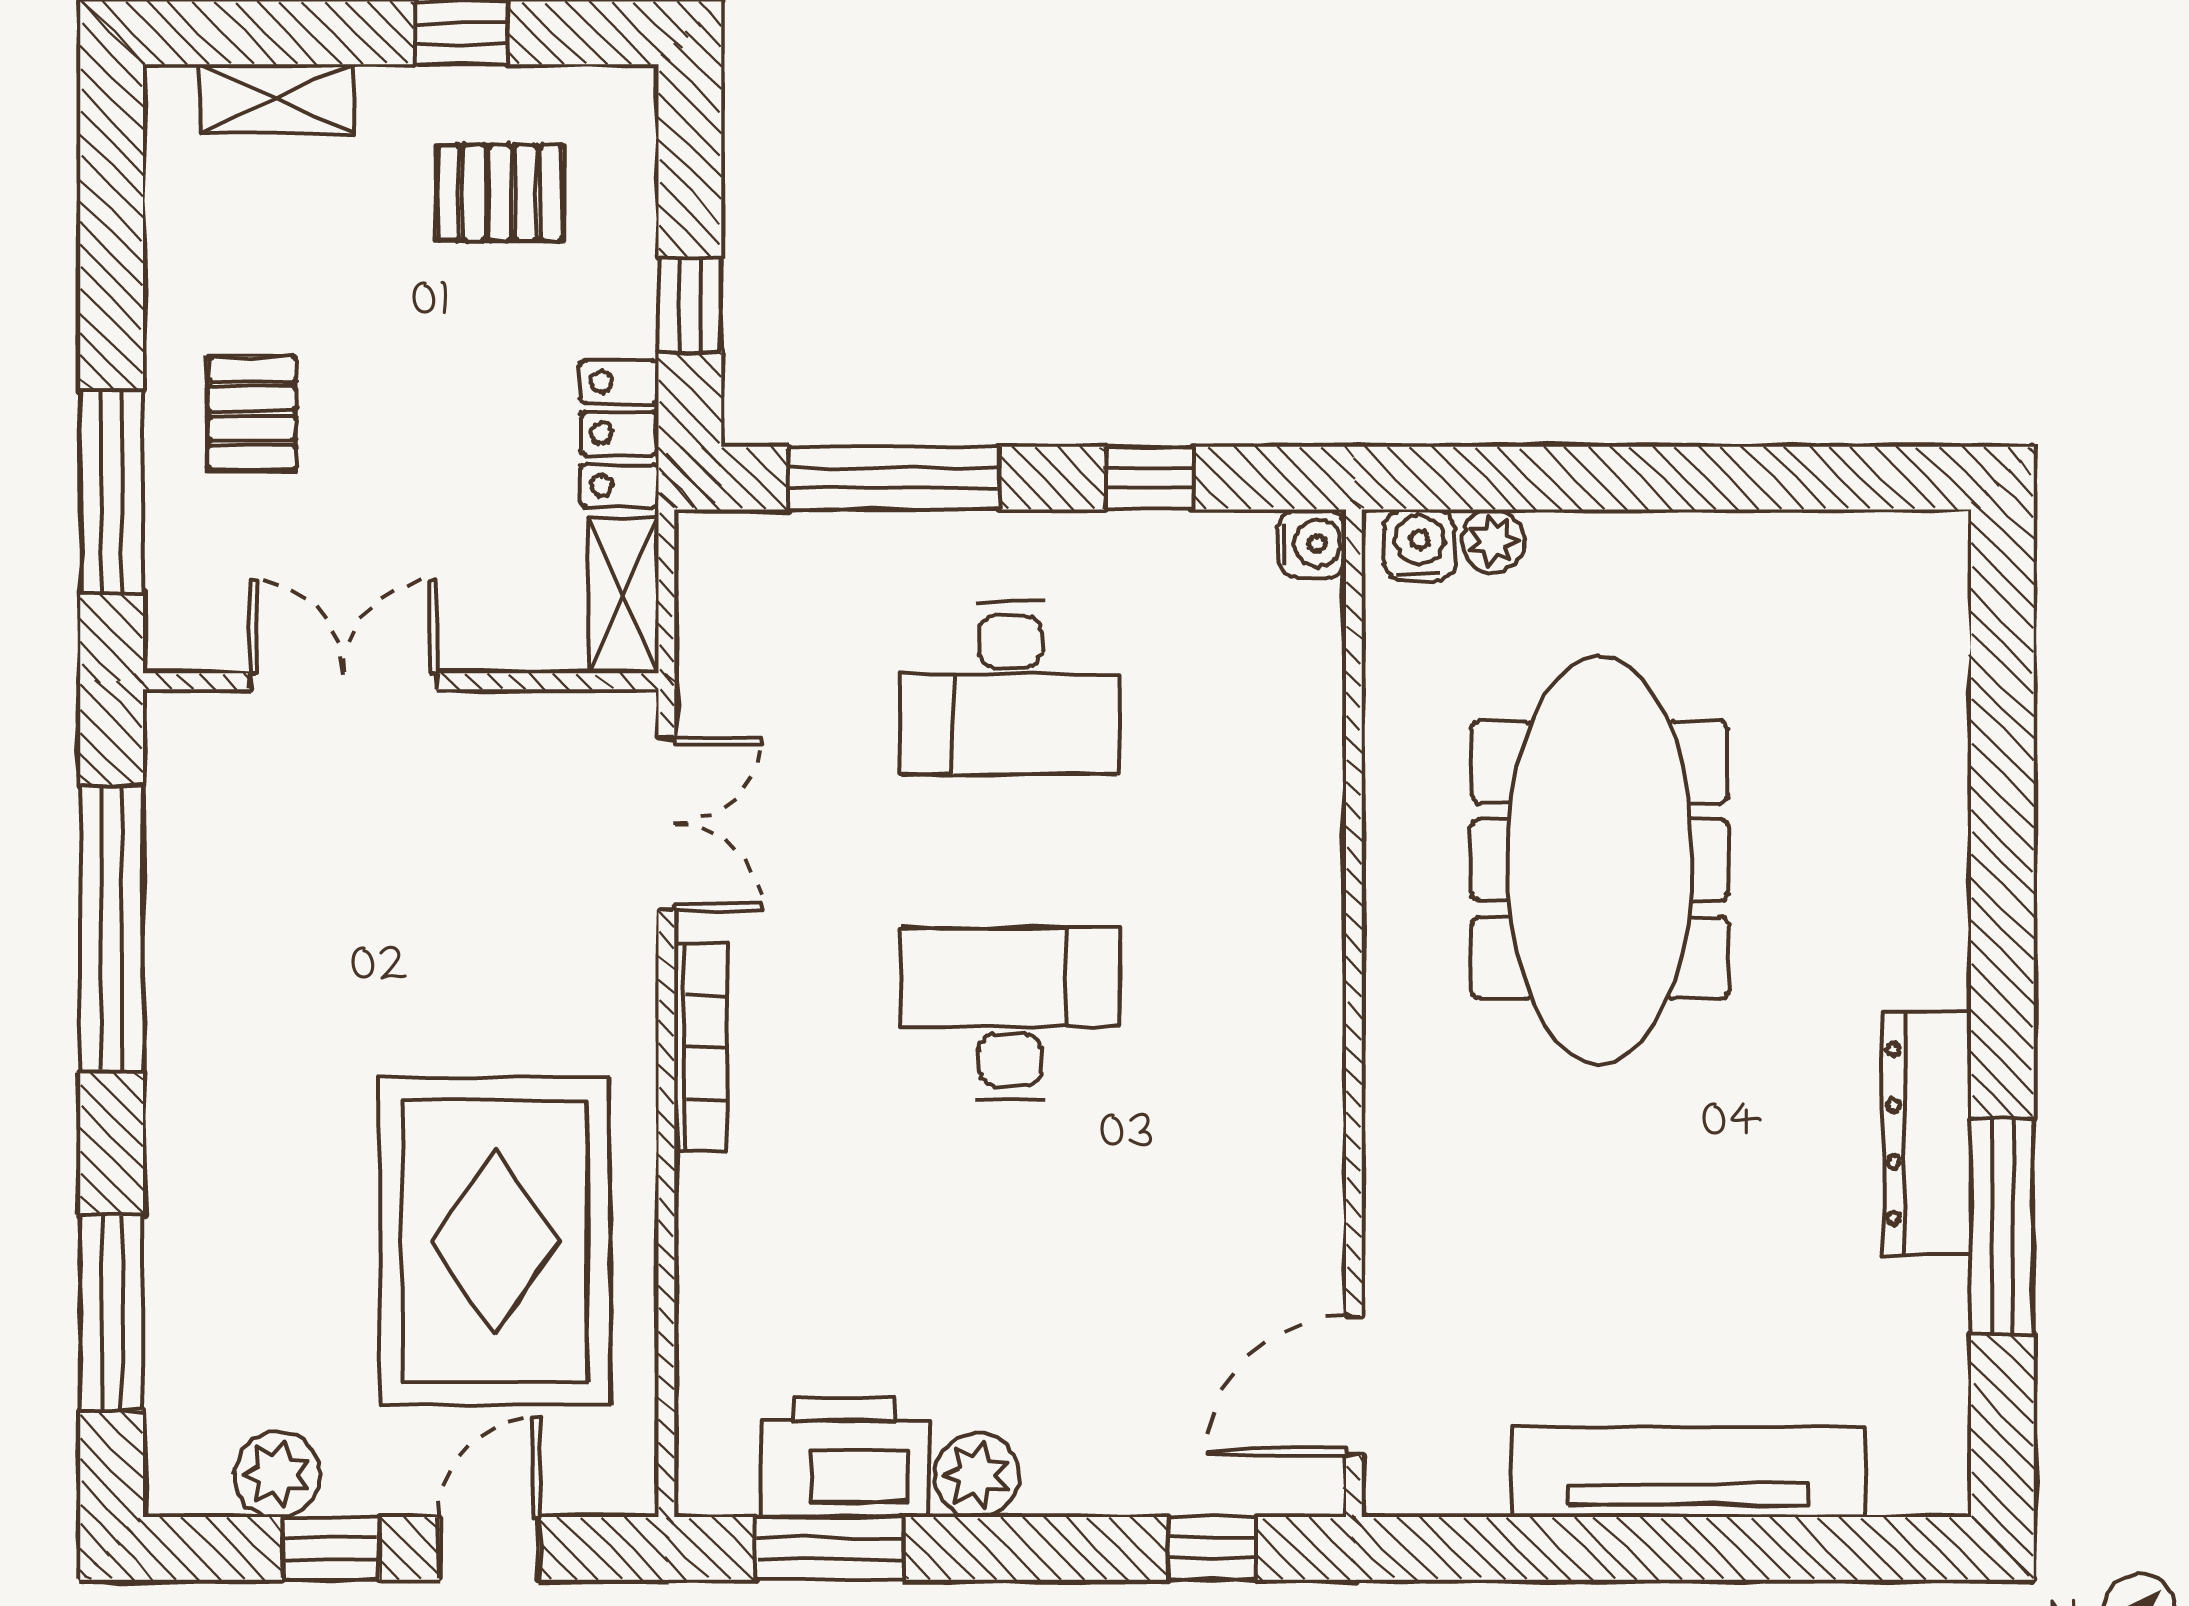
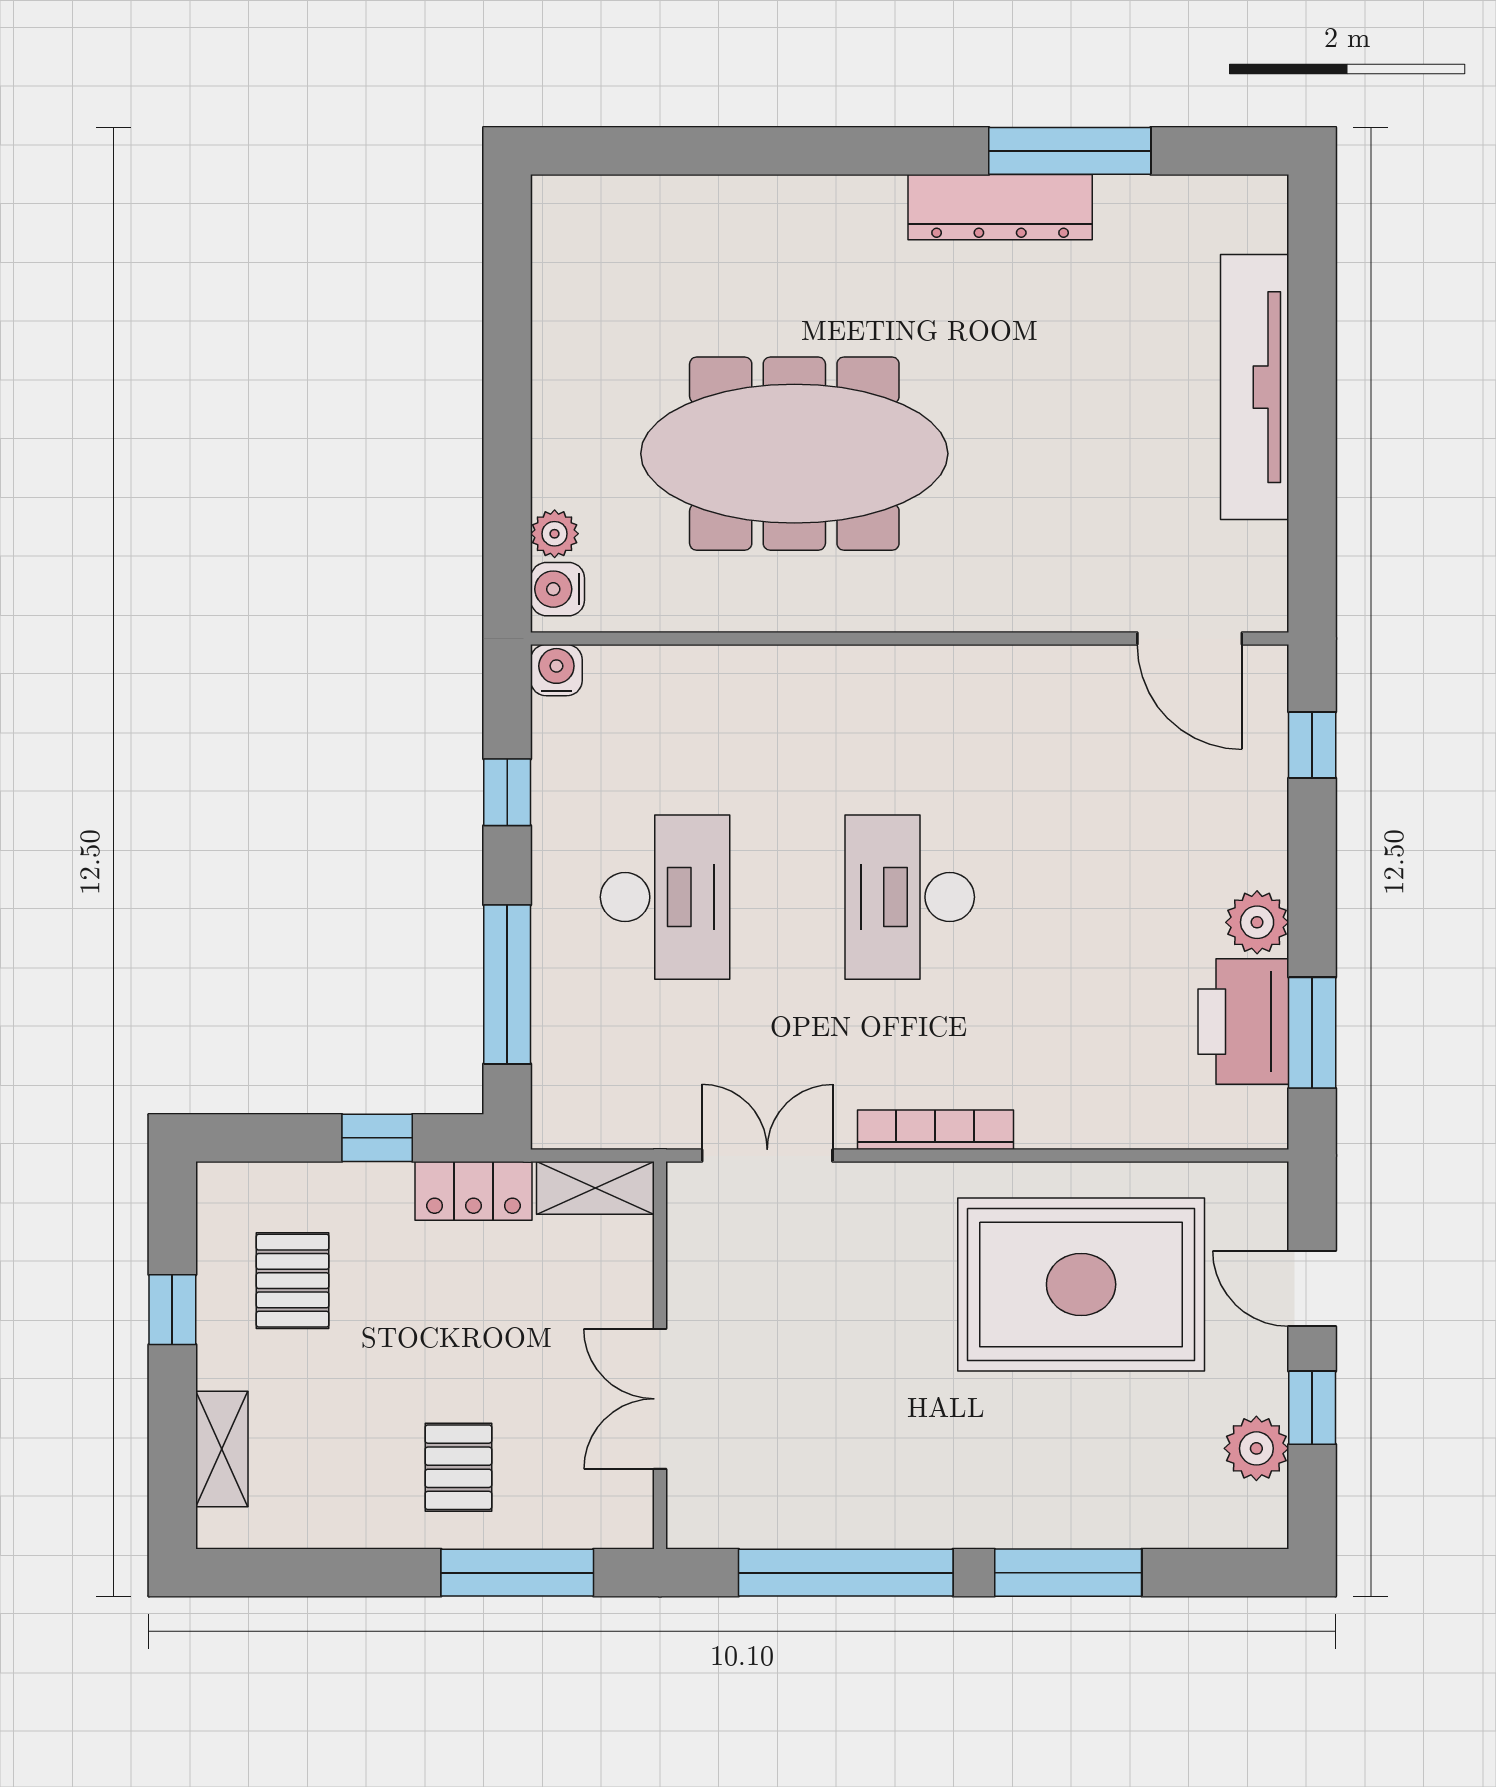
pallet: (252, 413) -> (458, 1467), turned 90
window: (112, 1313) -> (1068, 1573), moved

